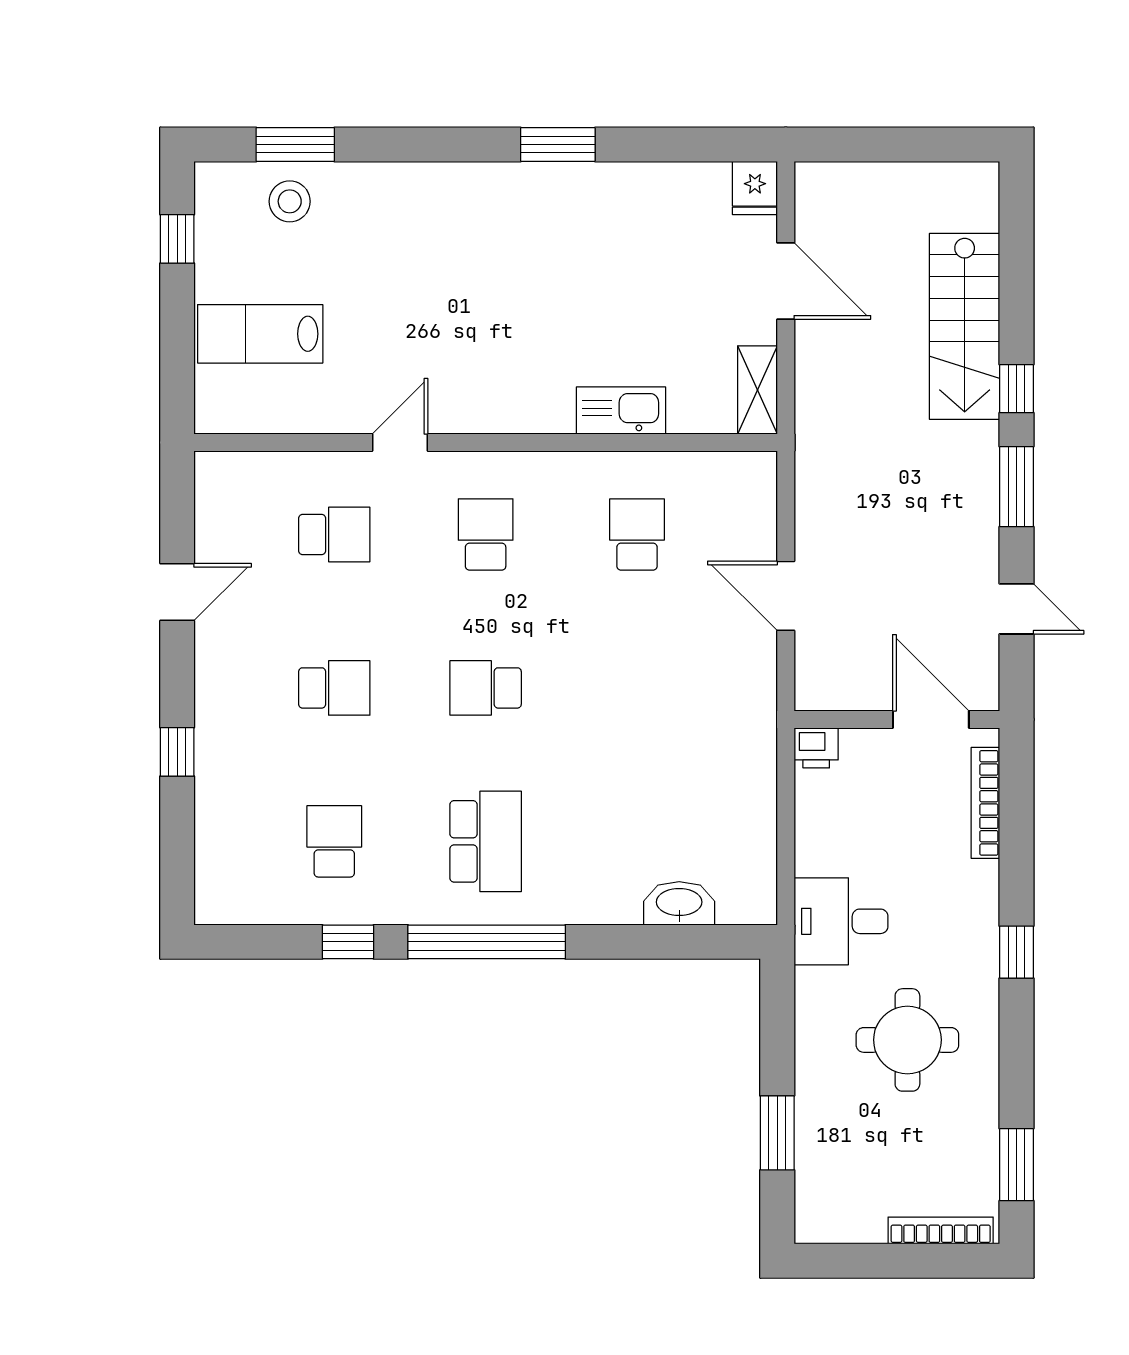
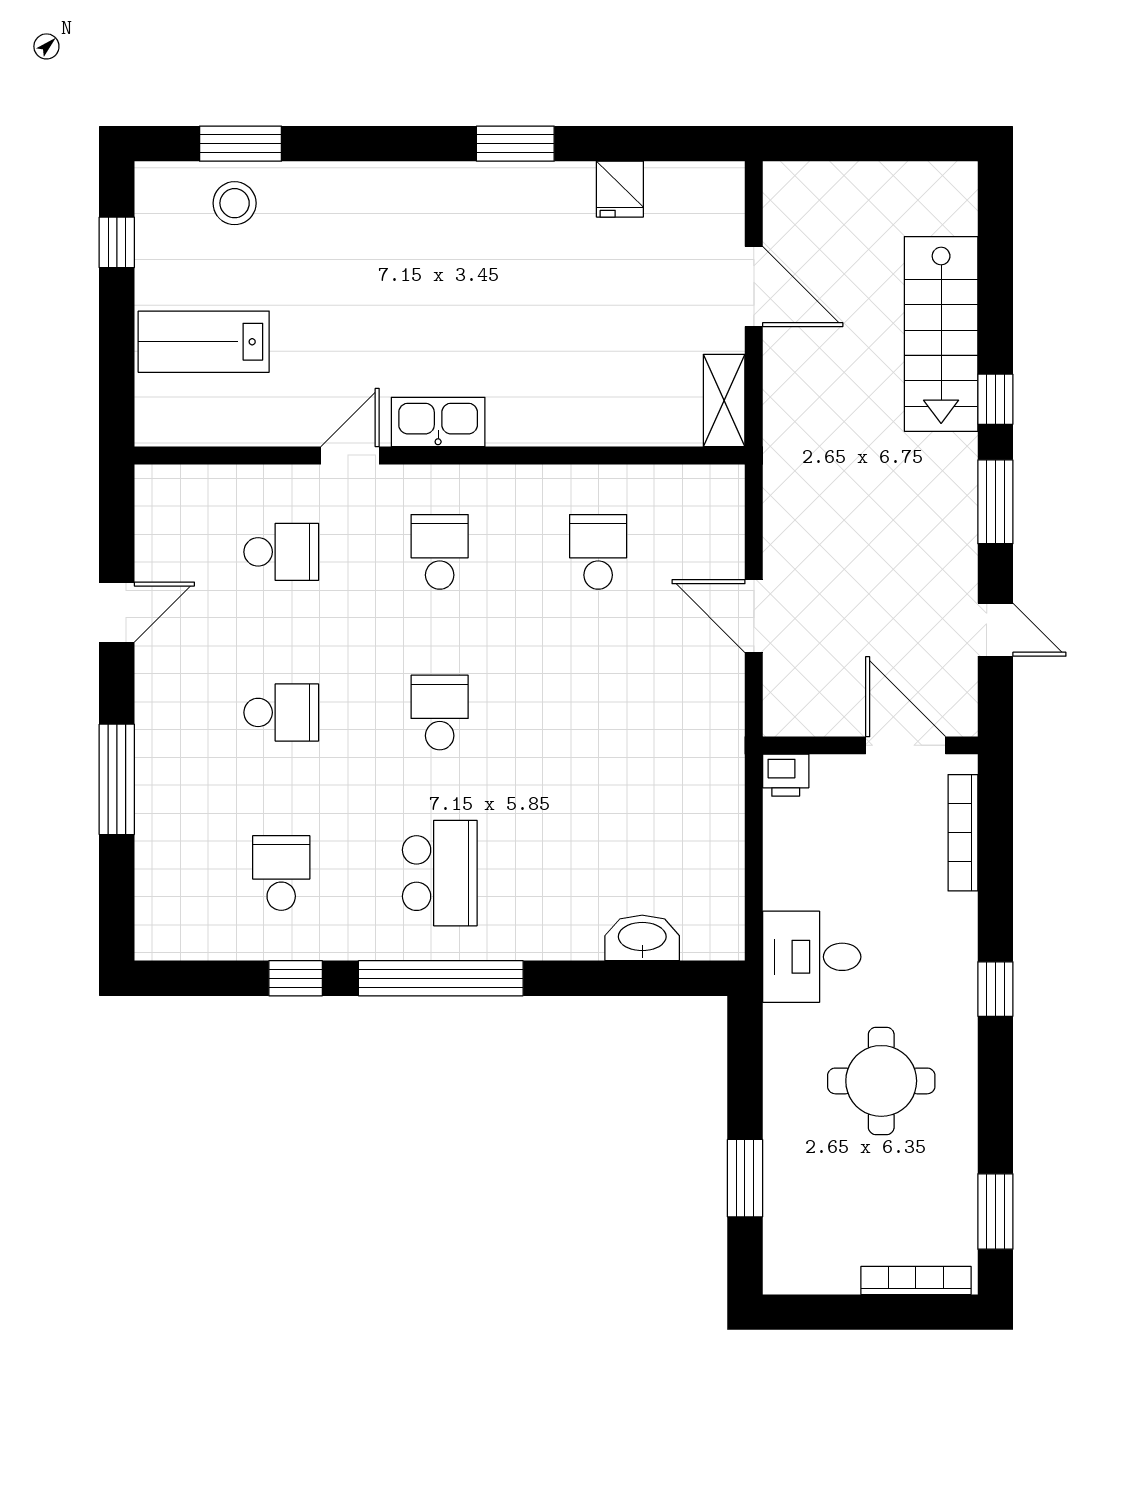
fridge: (755, 188) -> (620, 189), moved
kitchen sink: (621, 410) -> (438, 422), moved
school desk: (486, 688) -> (440, 712), turned 90
window: (177, 752) -> (117, 779), width x2.17

